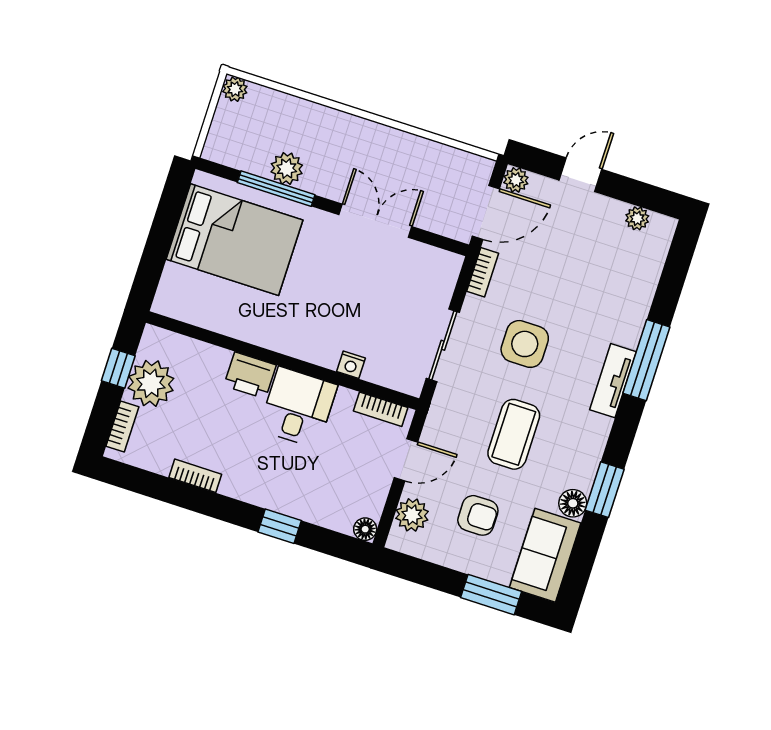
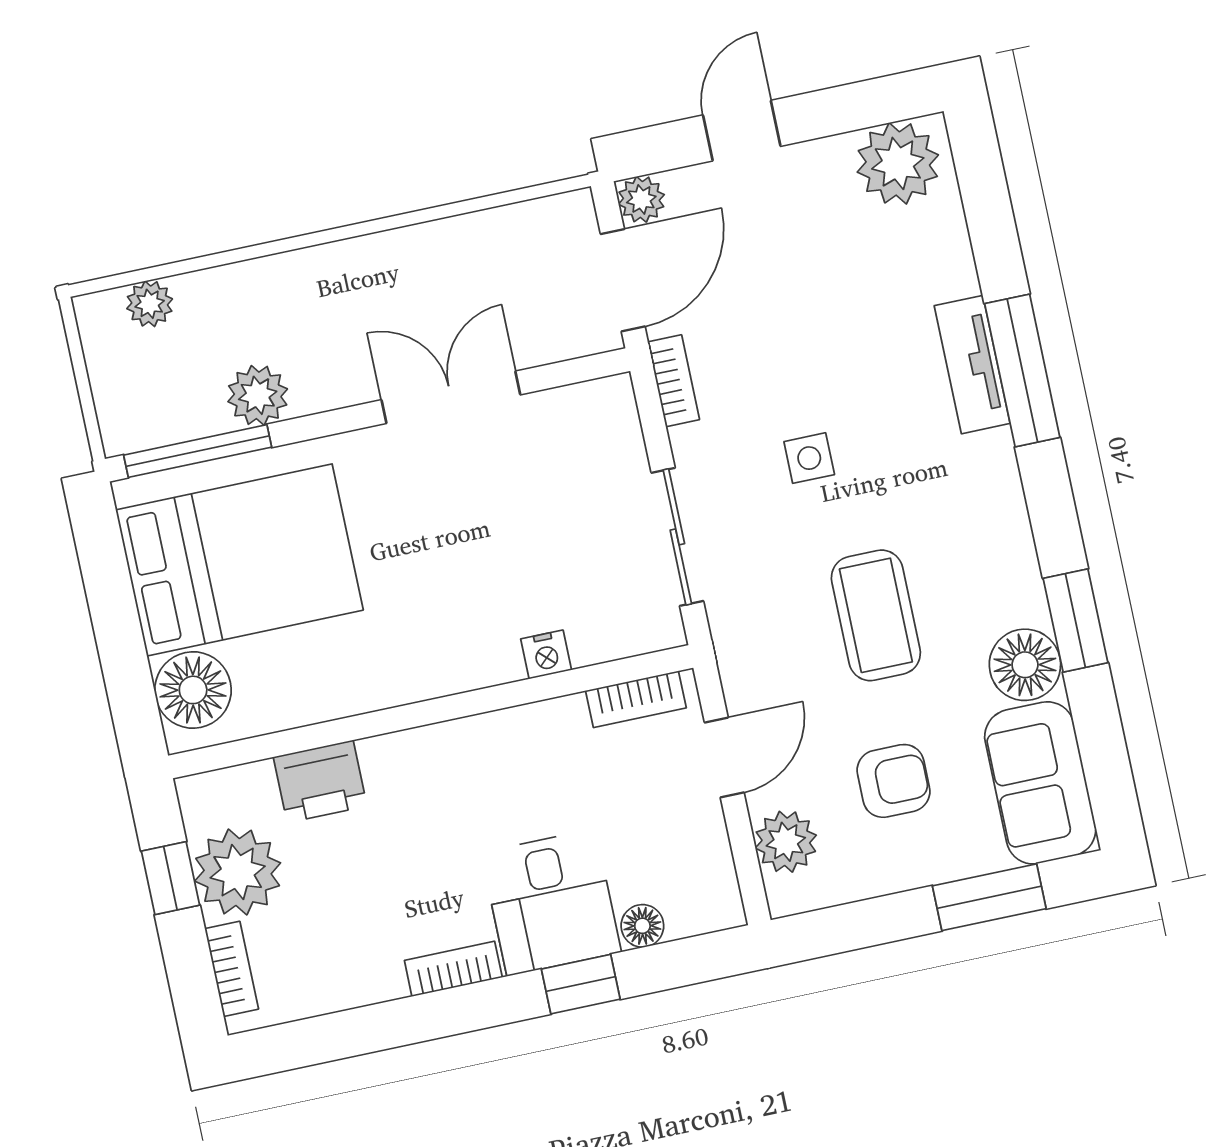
plant: (235, 89) -> (150, 304), moved
window: (276, 189) -> (198, 451), moved
plant: (637, 218) -> (898, 163), width x1.87, depth x1.87
floor lamp: (179, 287) -> (193, 690), added
side table: (525, 344) -> (809, 458), width x0.54, depth x0.54
printer: (250, 375) -> (320, 781), moved
tv unit: (613, 381) -> (972, 365), moved
desk: (298, 407) -> (551, 902), moved, turned 180
bookcase: (195, 476) -> (453, 969), moved
floor lamp: (573, 503) -> (1025, 665), width x1.38, depth x1.38
floor lamp: (365, 529) -> (642, 926), moved

